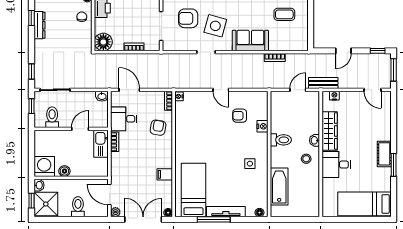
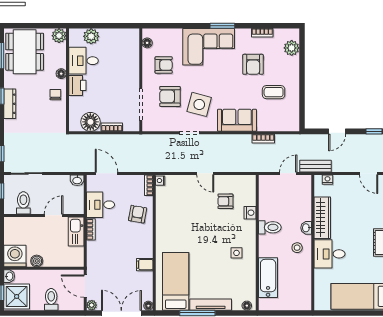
floor lamp: (103, 42) -> (90, 122), moved

